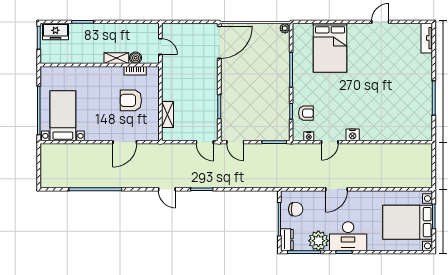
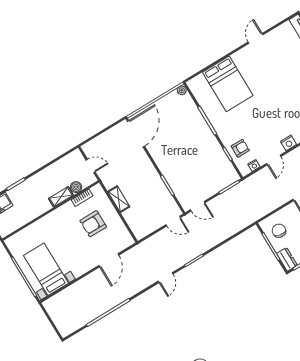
shelving: (168, 115) -> (119, 199), moved
door: (167, 189) -> (166, 278), hinge flipped
chair: (296, 209) -> (279, 231), turned -81

